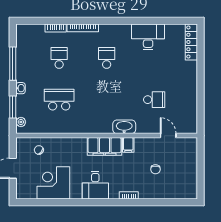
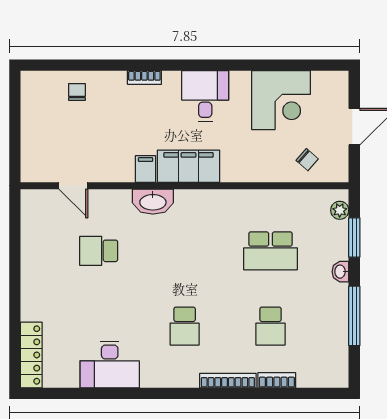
chair: (155, 169) -> (77, 92), moved

